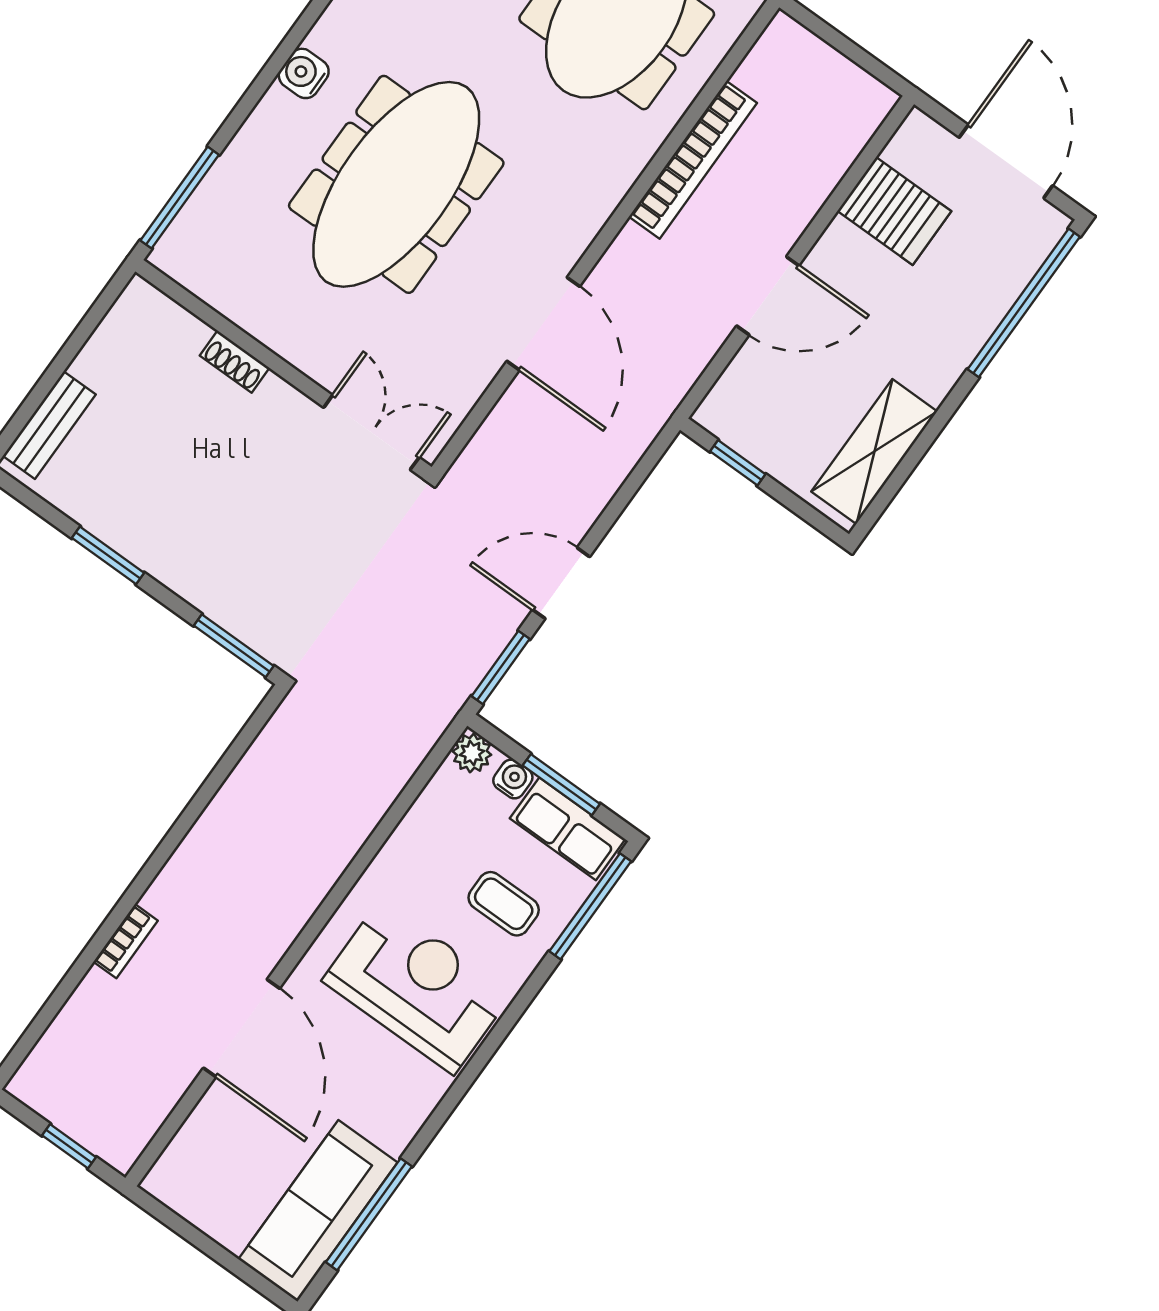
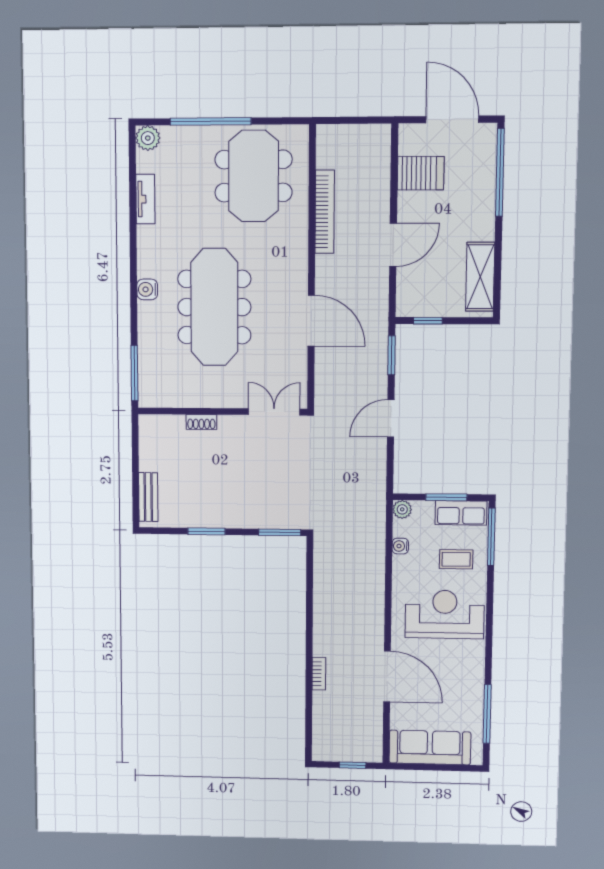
window: (501, 667) -> (392, 355), moved
water cooler: (513, 779) -> (400, 546), moved, turned -90
sofa: (318, 1211) -> (430, 747), moved, turned 90

